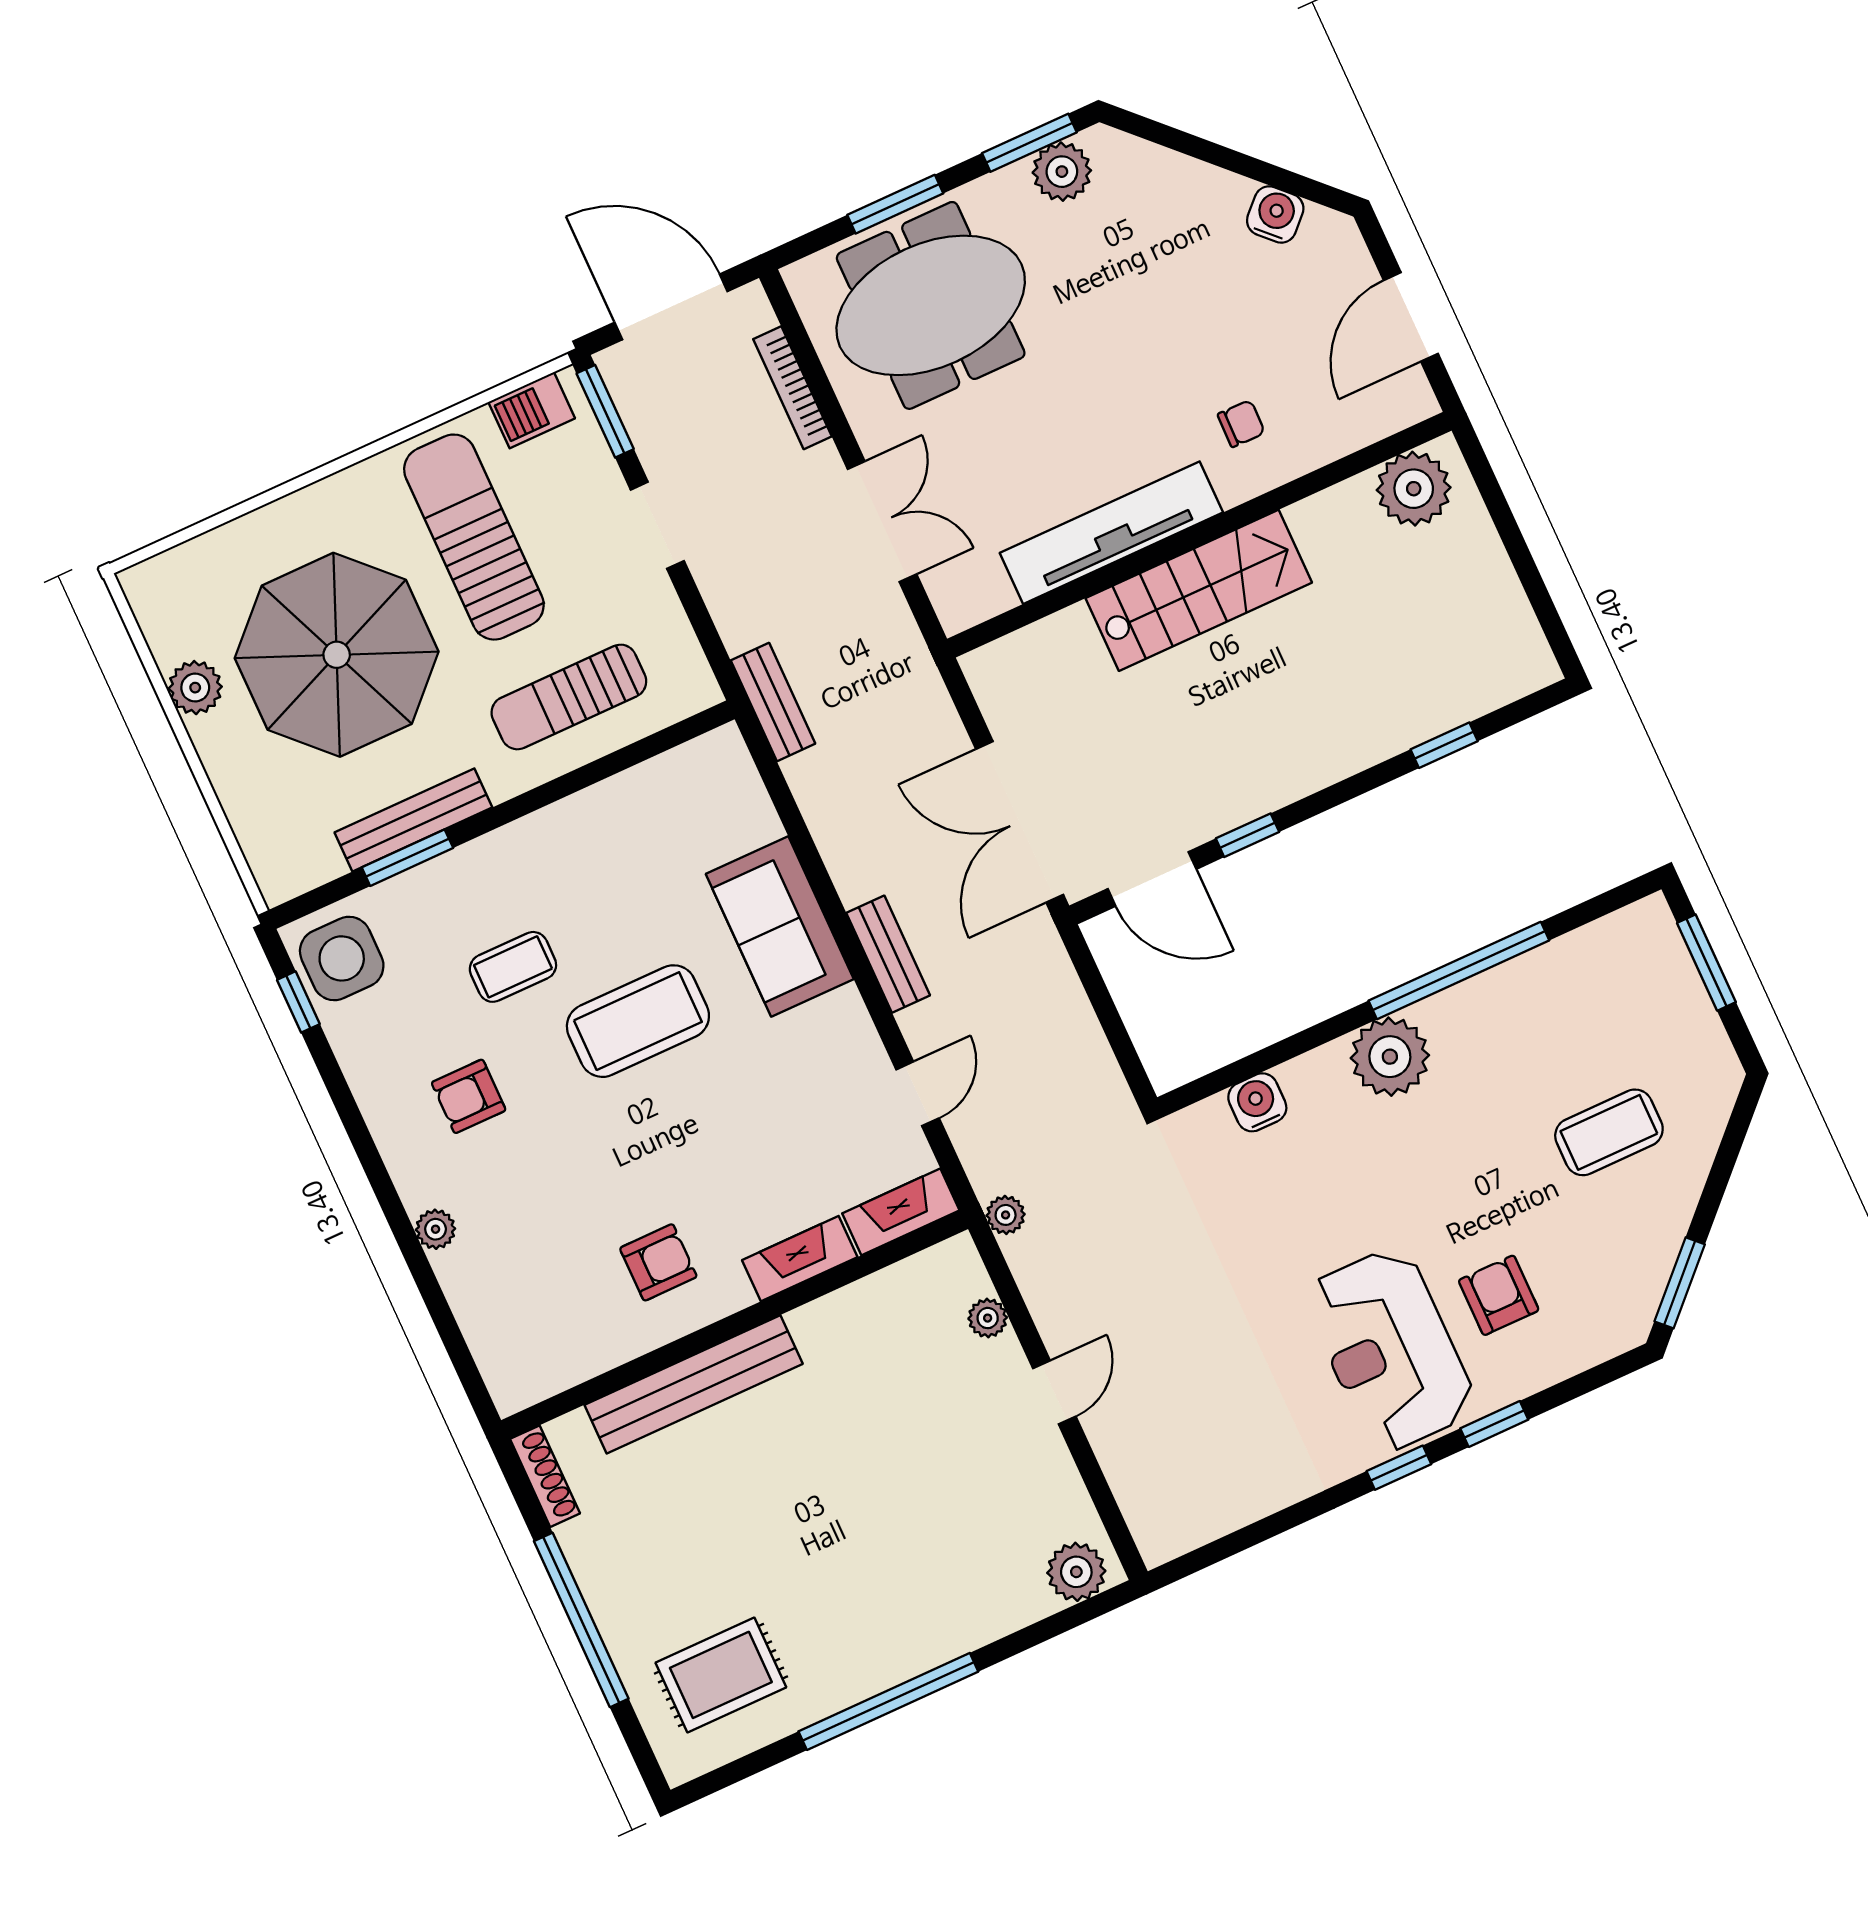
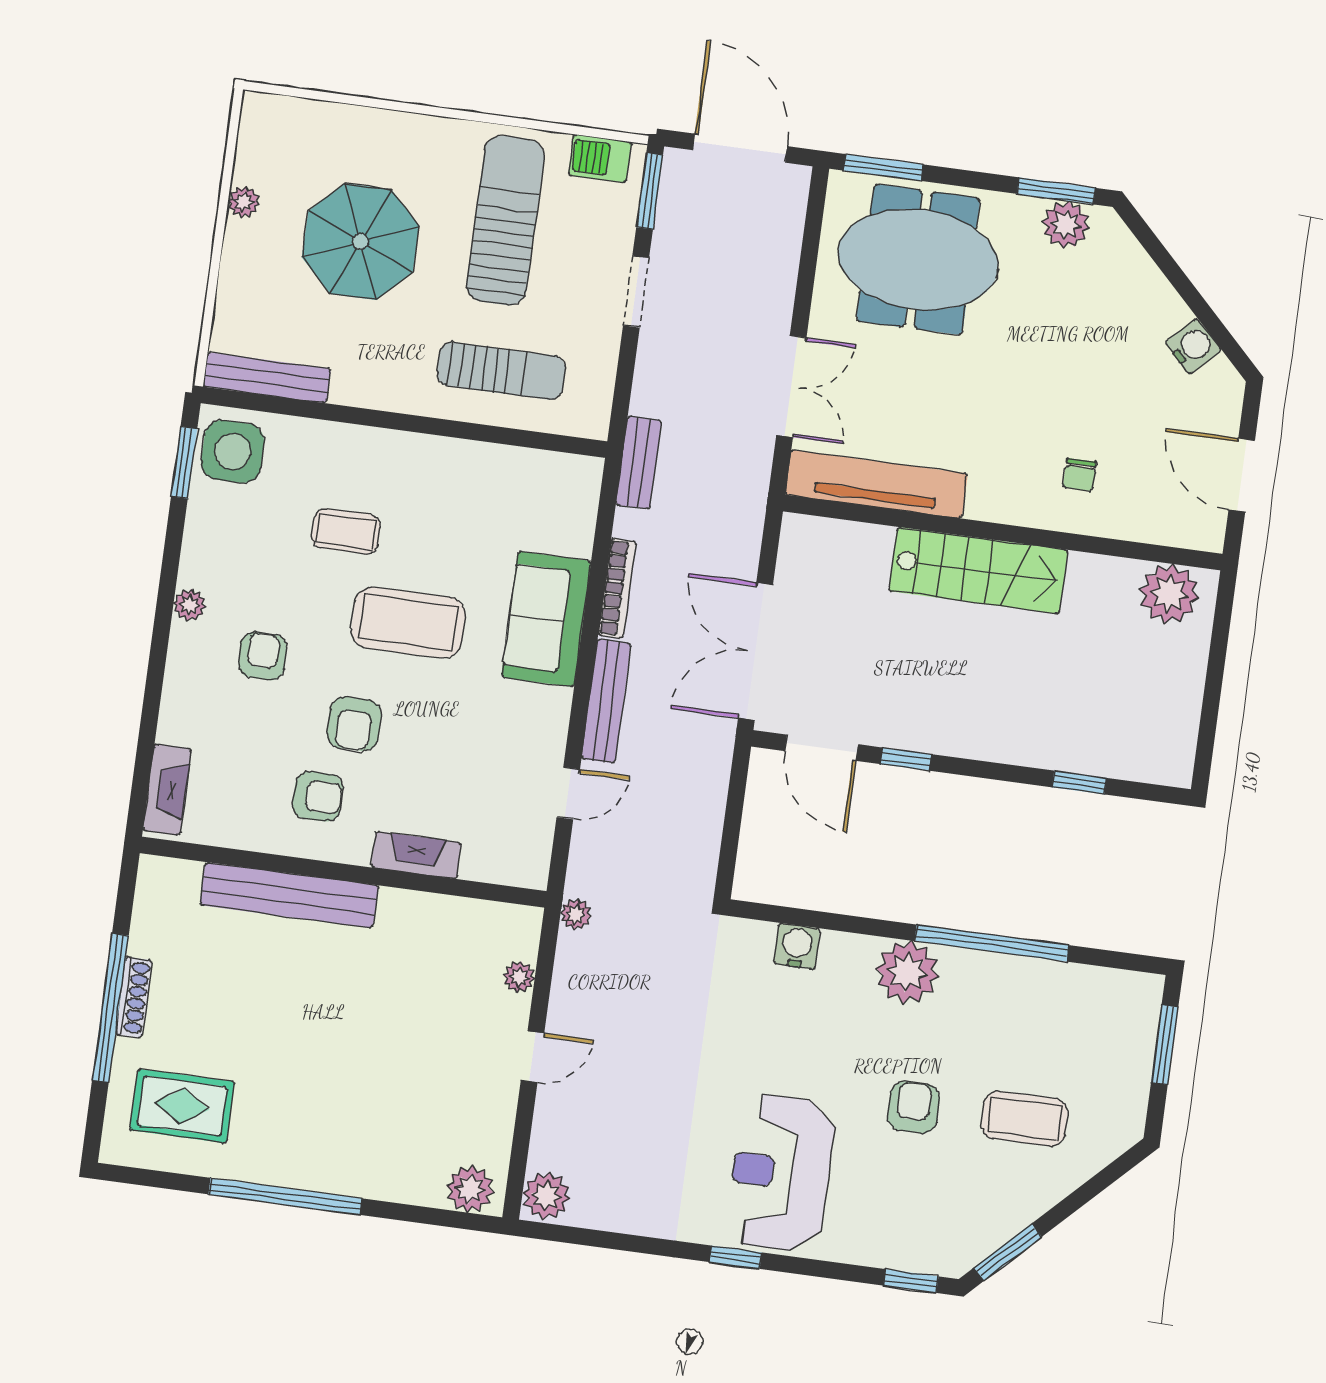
window: (895, 204) -> (883, 167), moved
door: (1411, 317) -> (1242, 475), hinge flipped
bookcase: (792, 388) -> (617, 588), moved, turned 180
chair: (1241, 424) -> (1080, 475), turned 89
tv unit: (1111, 533) -> (876, 484), moved
parasol: (337, 655) -> (360, 242), width x0.73, depth x0.73
plant: (195, 688) -> (244, 202), width x0.73, depth x0.73
sun lounger: (569, 697) -> (501, 371), turned 180
bench: (413, 820) -> (267, 378), moved
window: (407, 858) -> (321, 411), removed
bench: (888, 954) -> (606, 701), width x1.36
window: (298, 1002) -> (184, 463), width x1.50
armchair: (469, 1096) -> (263, 656), moved, turned 90
armchair: (648, 1163) -> (354, 724), added
fireplace: (901, 1212) -> (167, 790), moved, turned 90
plant: (436, 1229) -> (189, 605), moved
armchair: (1499, 1295) -> (914, 1107), moved
window: (1494, 1424) -> (911, 1281), moved
shoe rack: (545, 1476) -> (134, 997), moved
plant: (1161, 1528) -> (546, 1196), added

